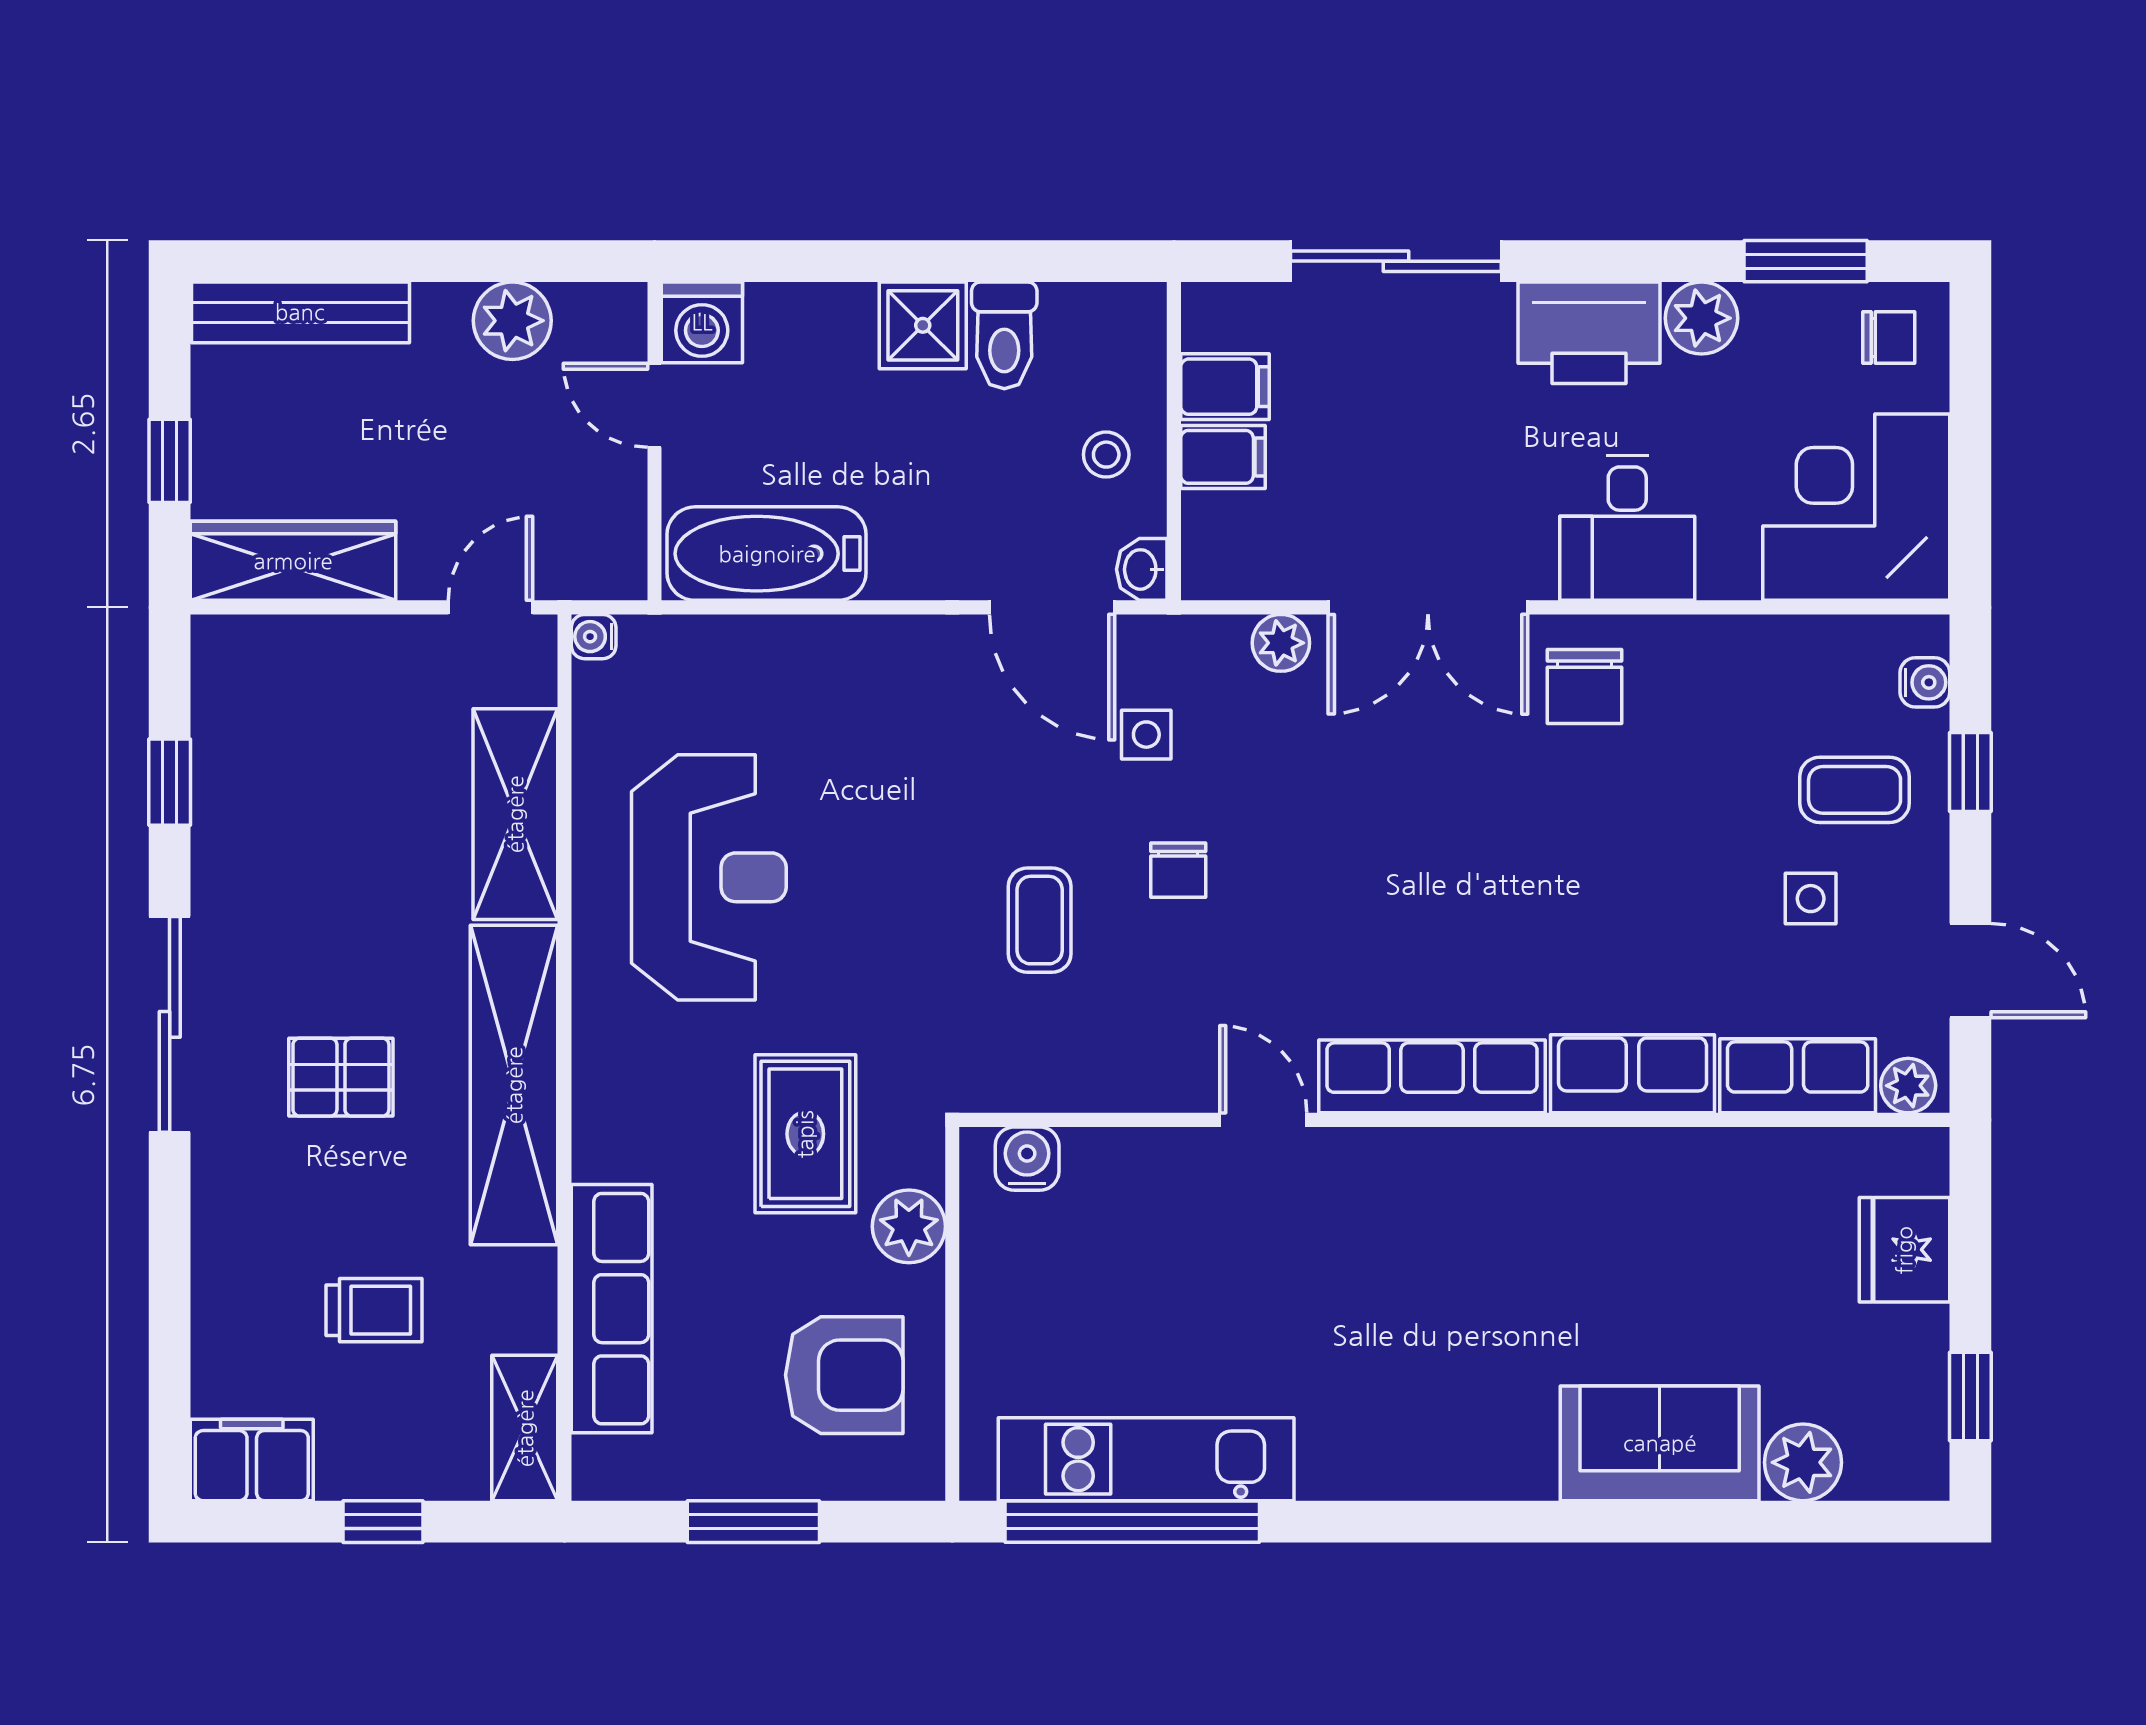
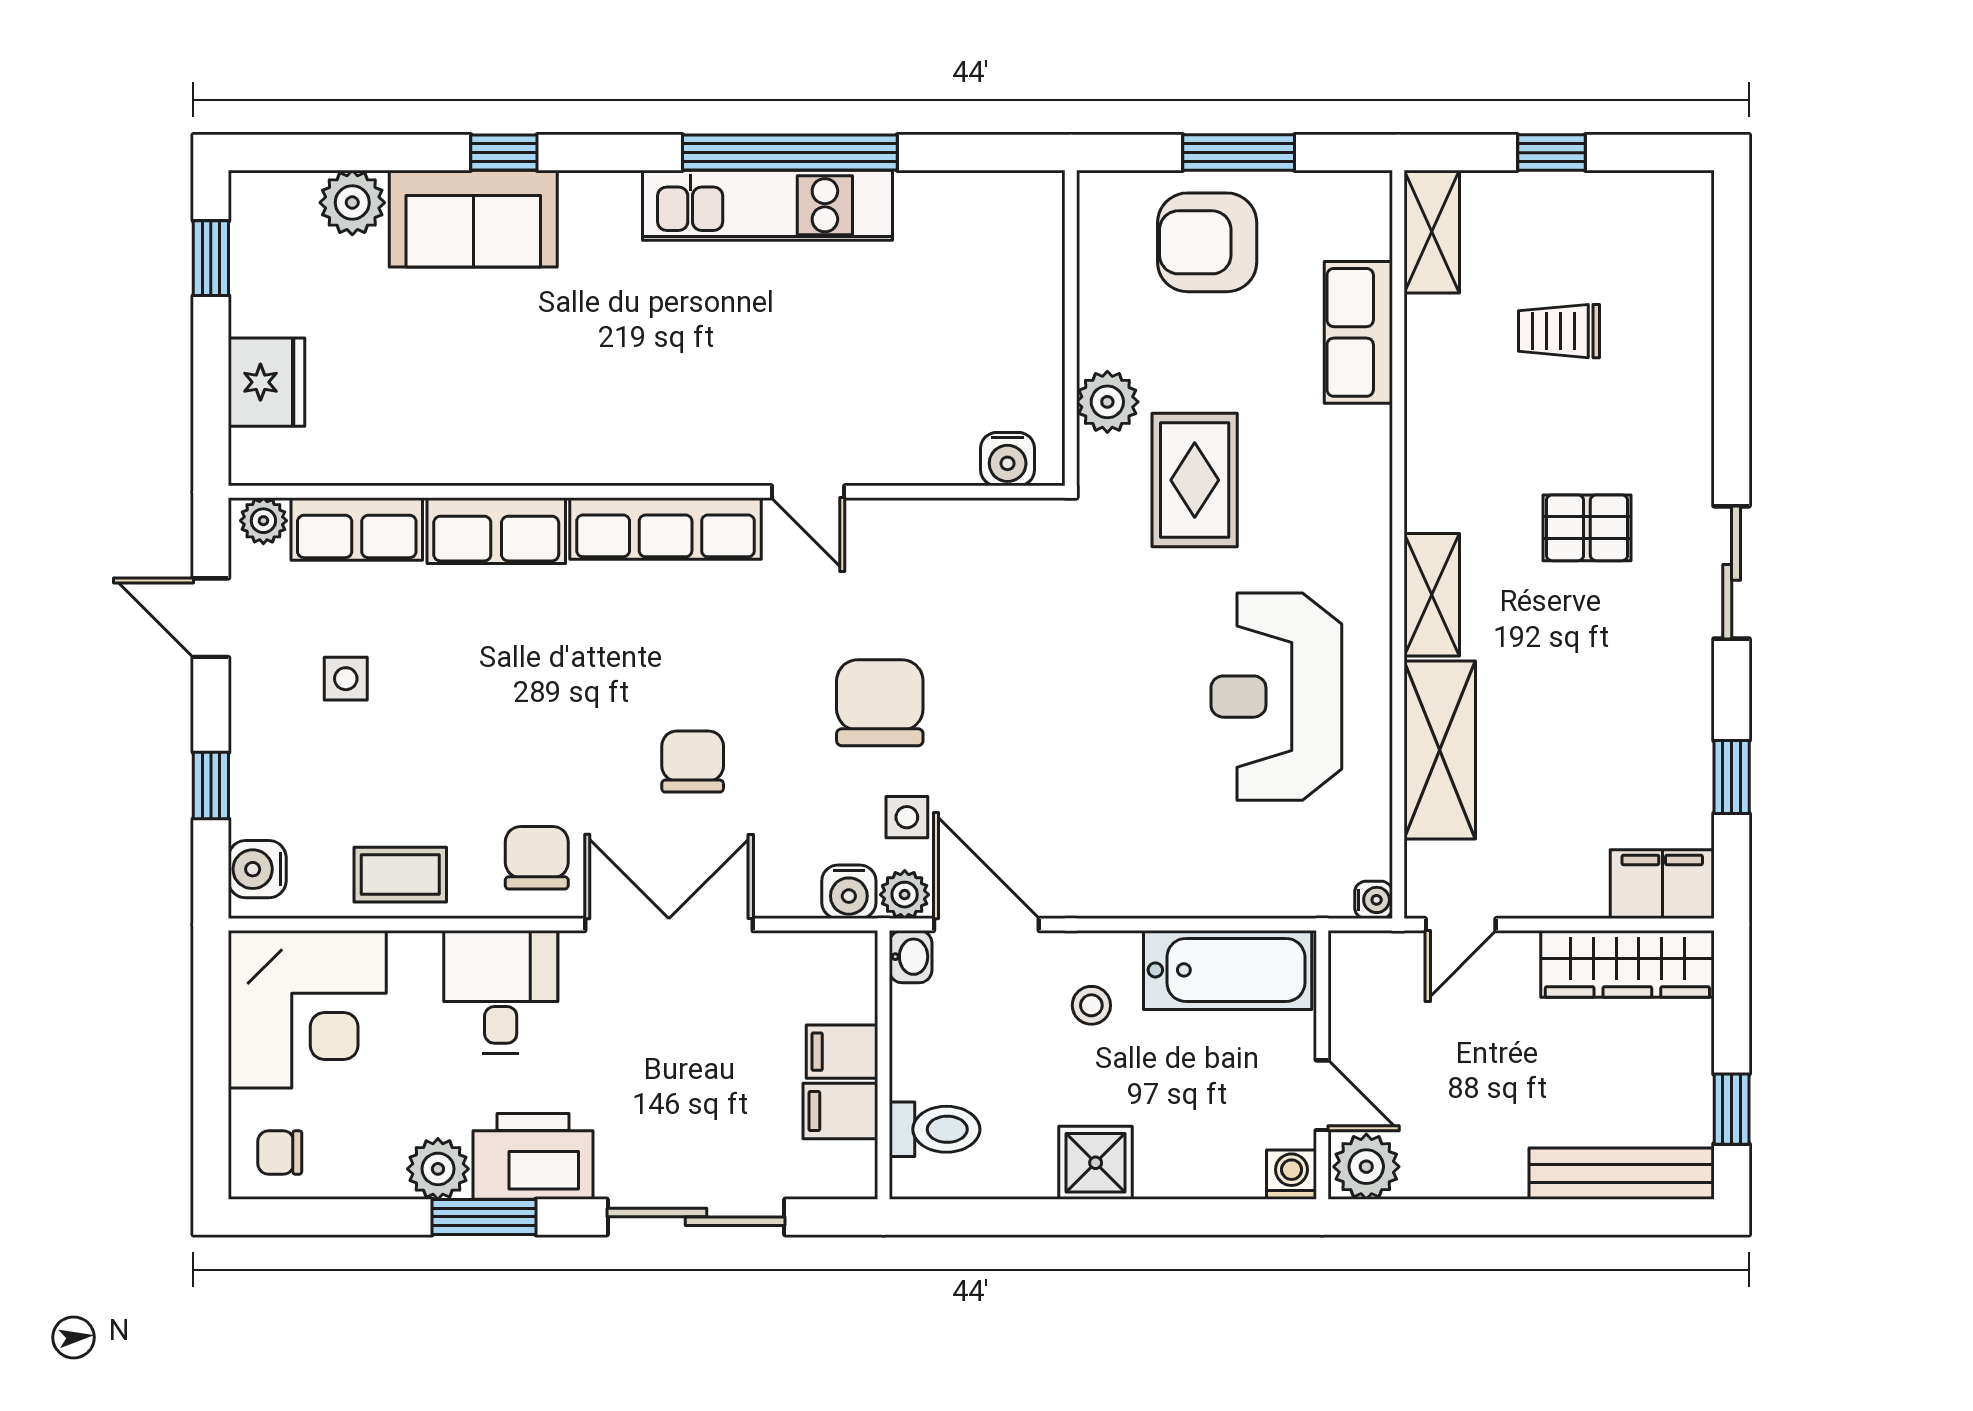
window: (1806, 261) -> (484, 1217), moved
plant: (512, 321) -> (1366, 1167), moved
washing machine: (702, 322) -> (1292, 1175), width x0.73, depth x0.73
toilet: (1004, 335) -> (935, 1129), moved, turned 90
stool: (1106, 455) -> (1091, 1005), moved
window: (170, 461) -> (1732, 1109), moved
plant: (1281, 643) -> (905, 895), moved
water cooler: (1215, 646) -> (849, 892), added
water cooler: (1925, 682) -> (257, 869), width x1.38, depth x1.38
coffee table: (1855, 790) -> (400, 875), moved
chair: (1400, 800) -> (693, 762), added
chair: (1178, 870) -> (880, 703), width x1.87, depth x1.87
coffee table: (1040, 920) -> (997, 660), removed
sliding door: (170, 1024) -> (1732, 572), width x0.73
shelving: (514, 1085) -> (1432, 595), width x0.45, depth x0.75
row of seats: (612, 1309) -> (1358, 332), width x0.68
armchair: (844, 1375) -> (1207, 242), moved
kitchen unit: (1146, 1459) -> (768, 205), moved
filing cabinet: (252, 1460) -> (1662, 884), moved, turned 180
window: (1132, 1522) -> (790, 153), moved
window: (1623, 1522) -> (504, 153), added

